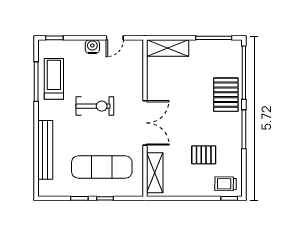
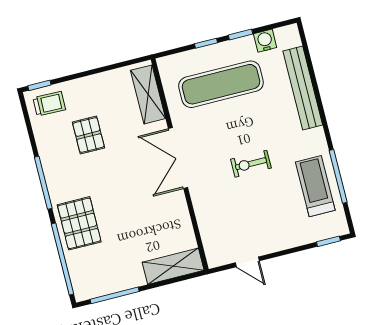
door: (115, 38) -> (247, 262), swing flipped
water cooler: (92, 47) -> (265, 41), moved, turned 180
treadmill: (54, 79) -> (315, 186), turned 180
exercise bike: (95, 106) -> (251, 164), width x0.73, depth x0.72
pallet: (204, 155) -> (88, 135), turned 90

